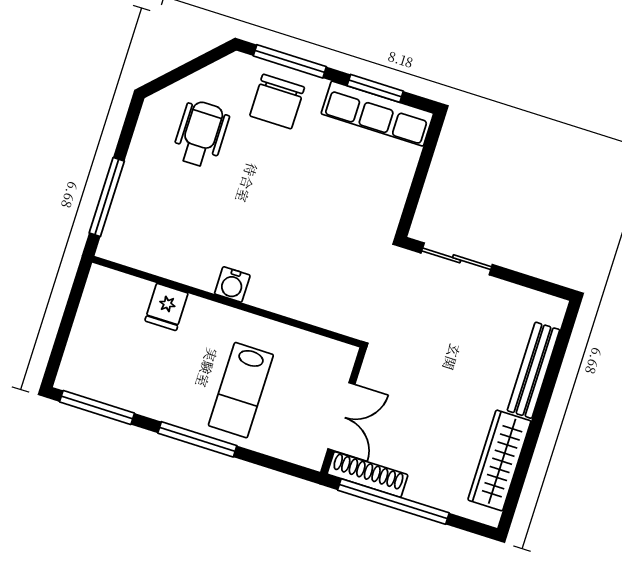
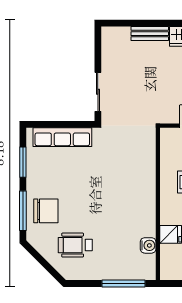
row of seats: (377, 114) -> (62, 137), moved, turned 90
water cooler: (232, 284) -> (148, 245), moved
bench: (533, 370) -> (150, 34), width x0.73

